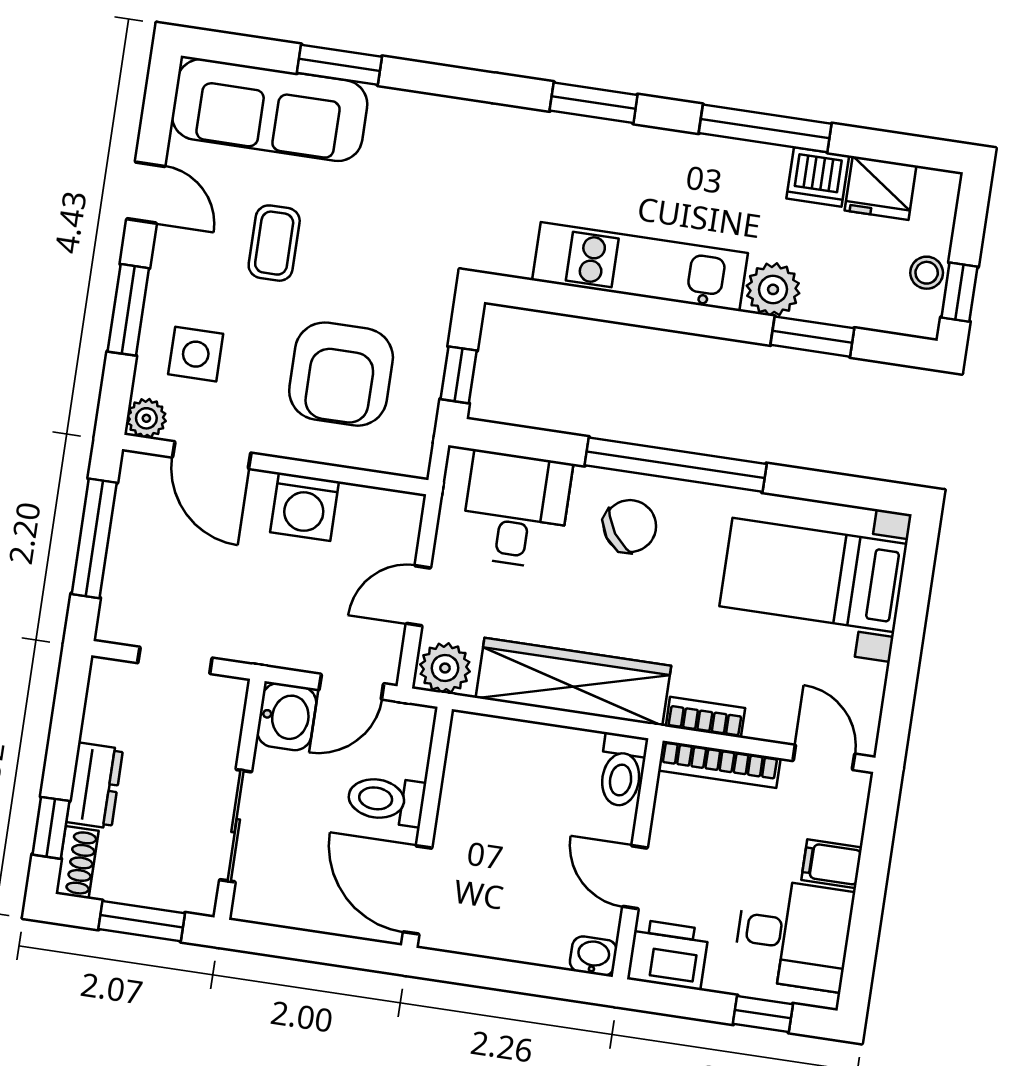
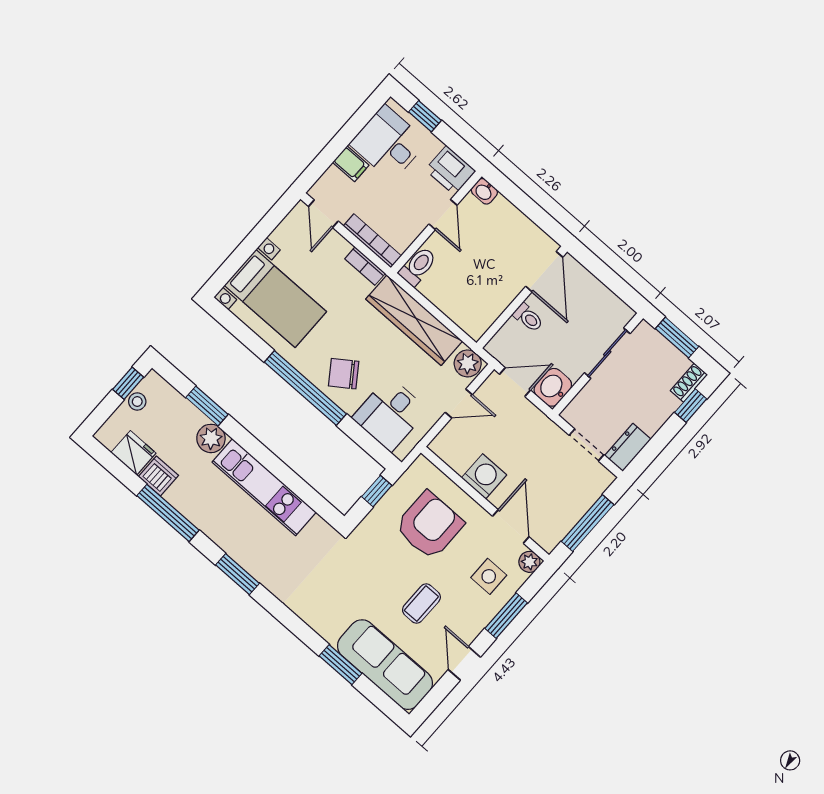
dresser: (95, 785) -> (628, 447), moved
toilet: (386, 800) -> (528, 318), width x0.73, depth x0.72

